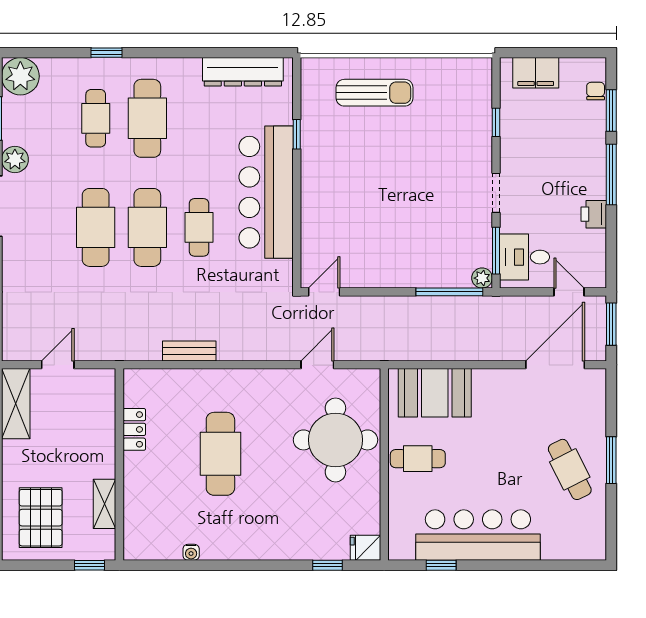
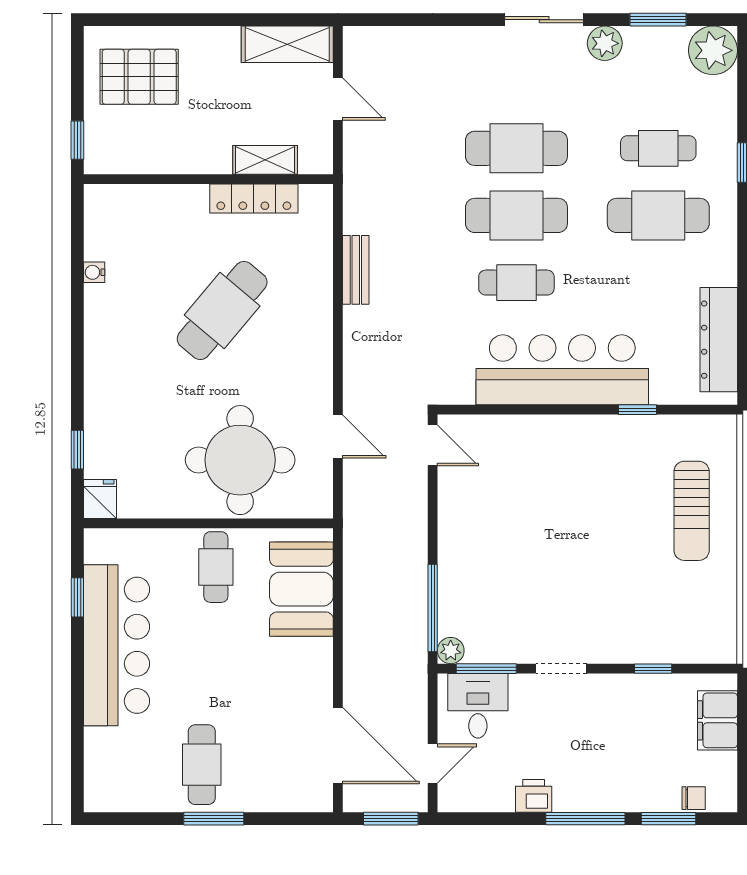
locker: (134, 429) -> (254, 198), width x1.53
cafe table: (220, 454) -> (222, 311), turned -50
cafe table: (570, 469) -> (202, 765), turned -63
shelving: (105, 504) -> (265, 160), moved

